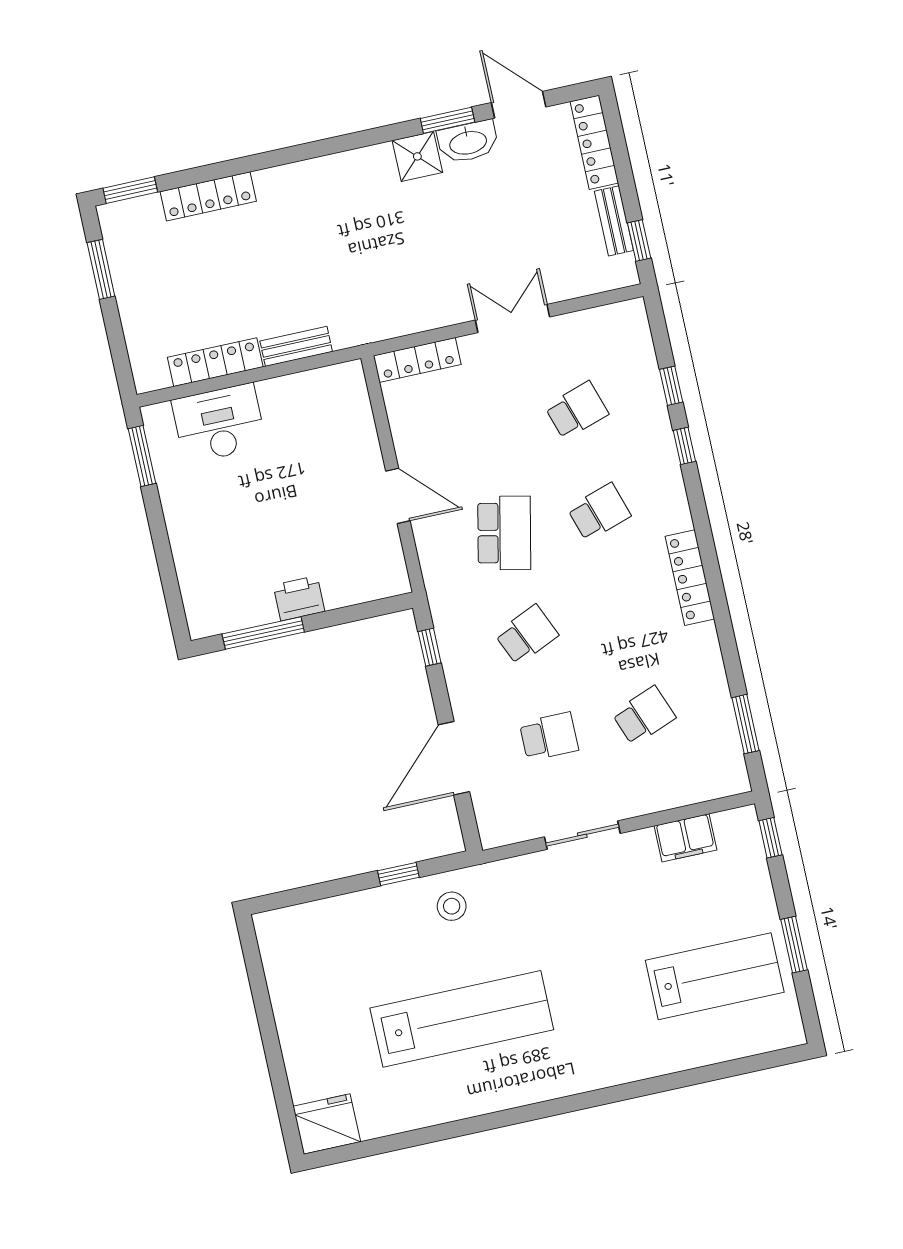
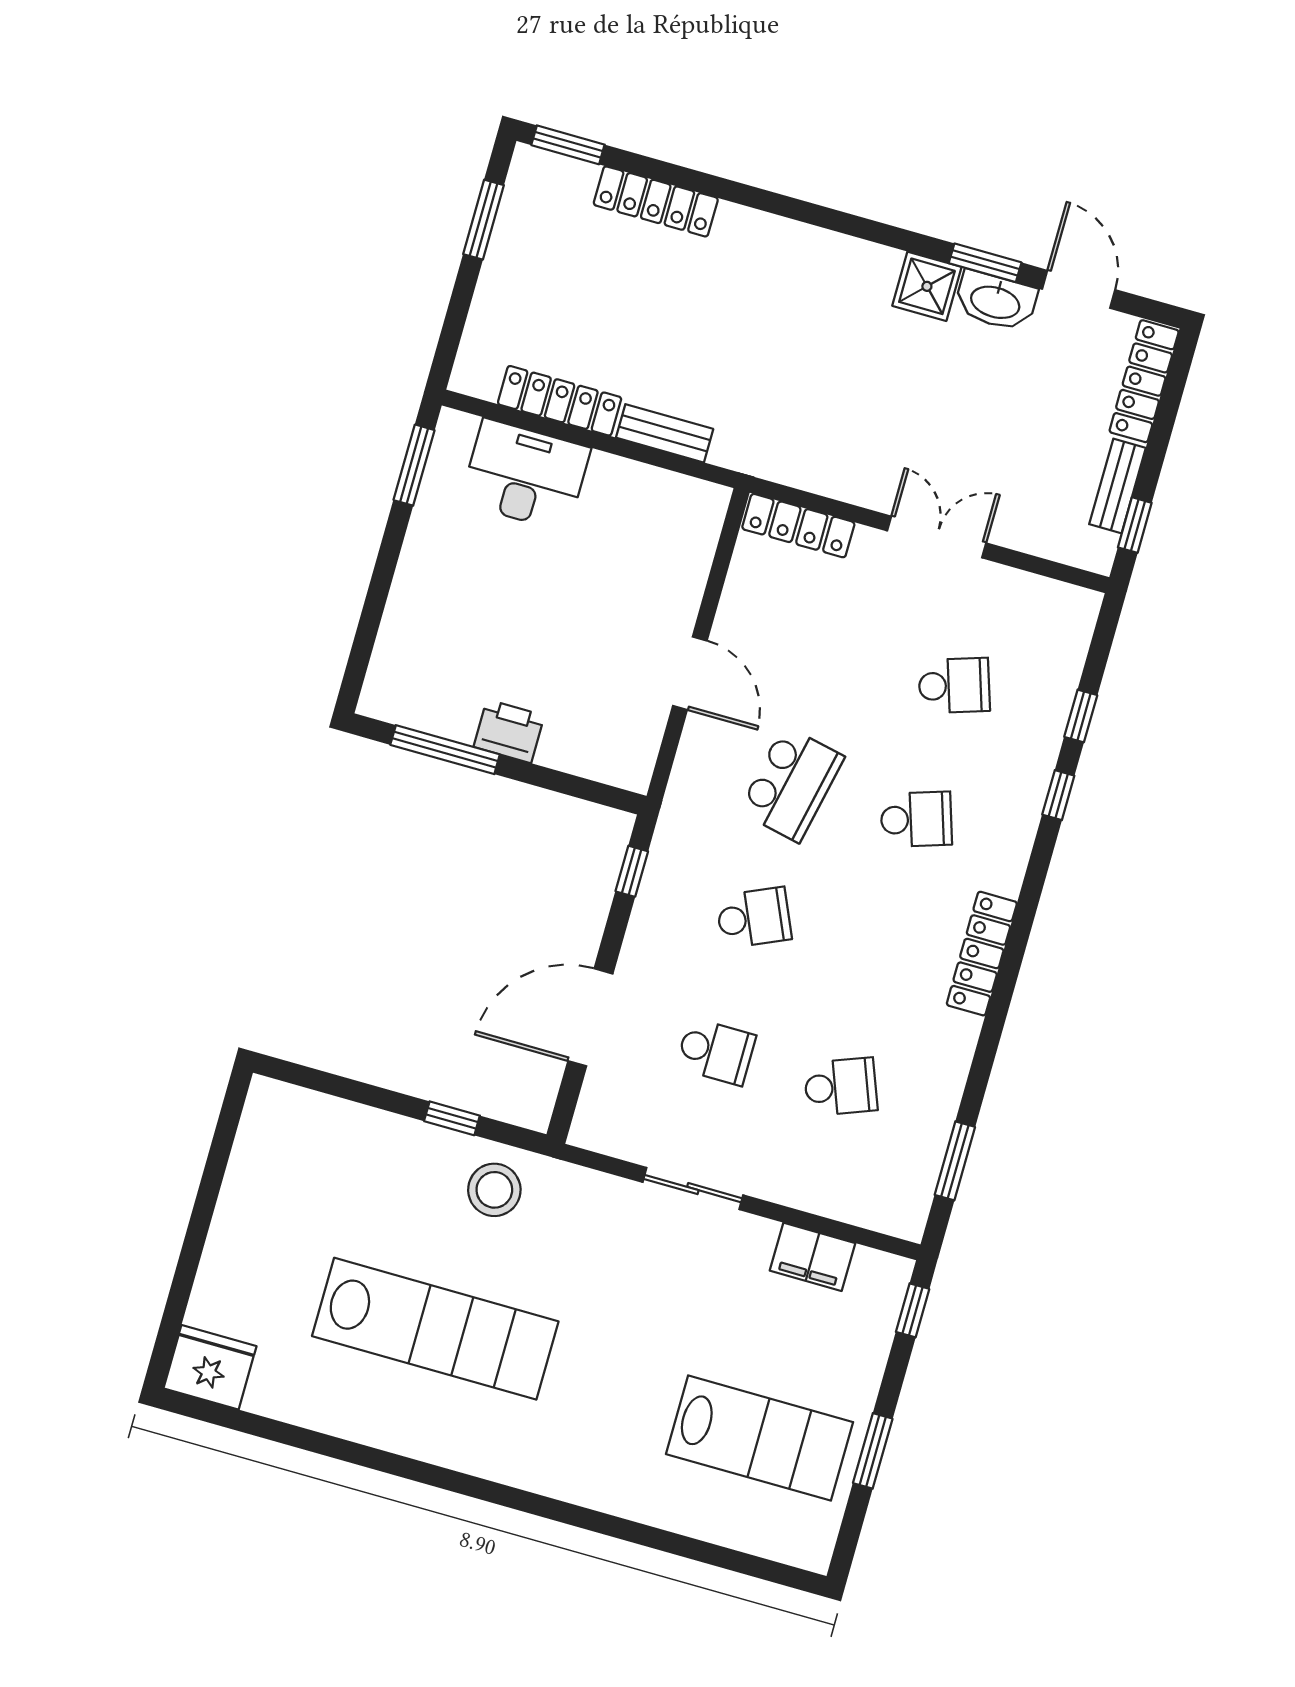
stool: (452, 906) -> (494, 1190), width x1.38, depth x1.38

